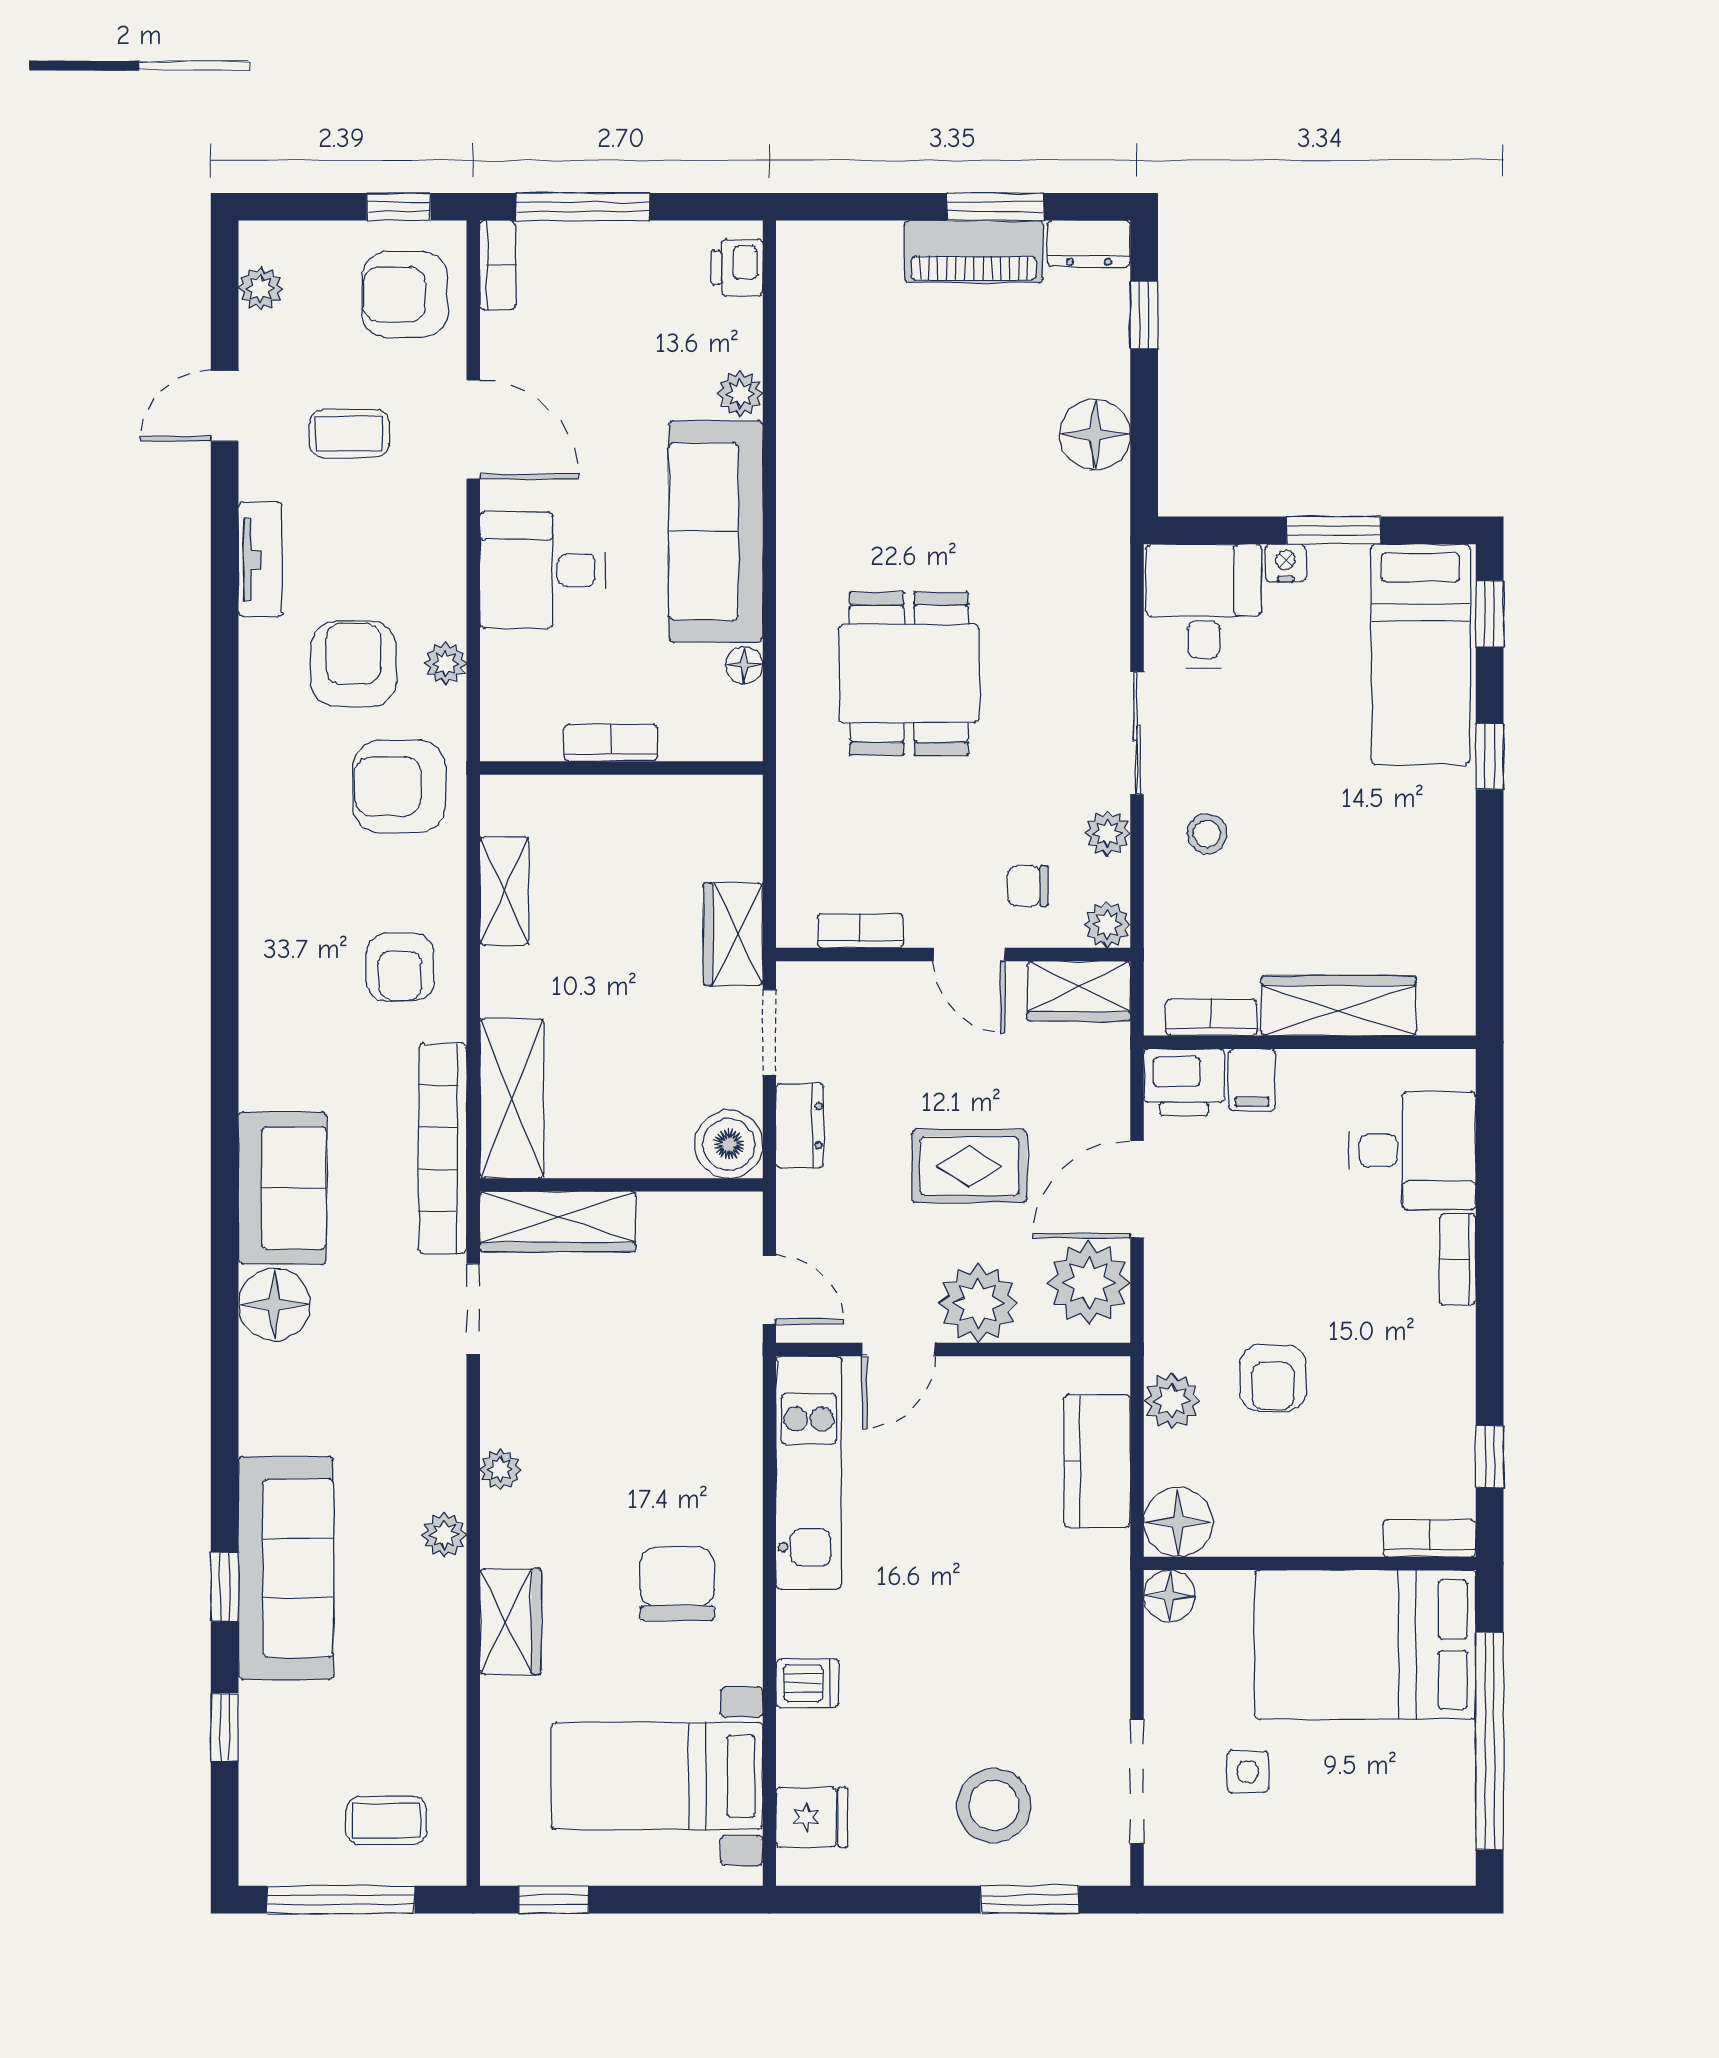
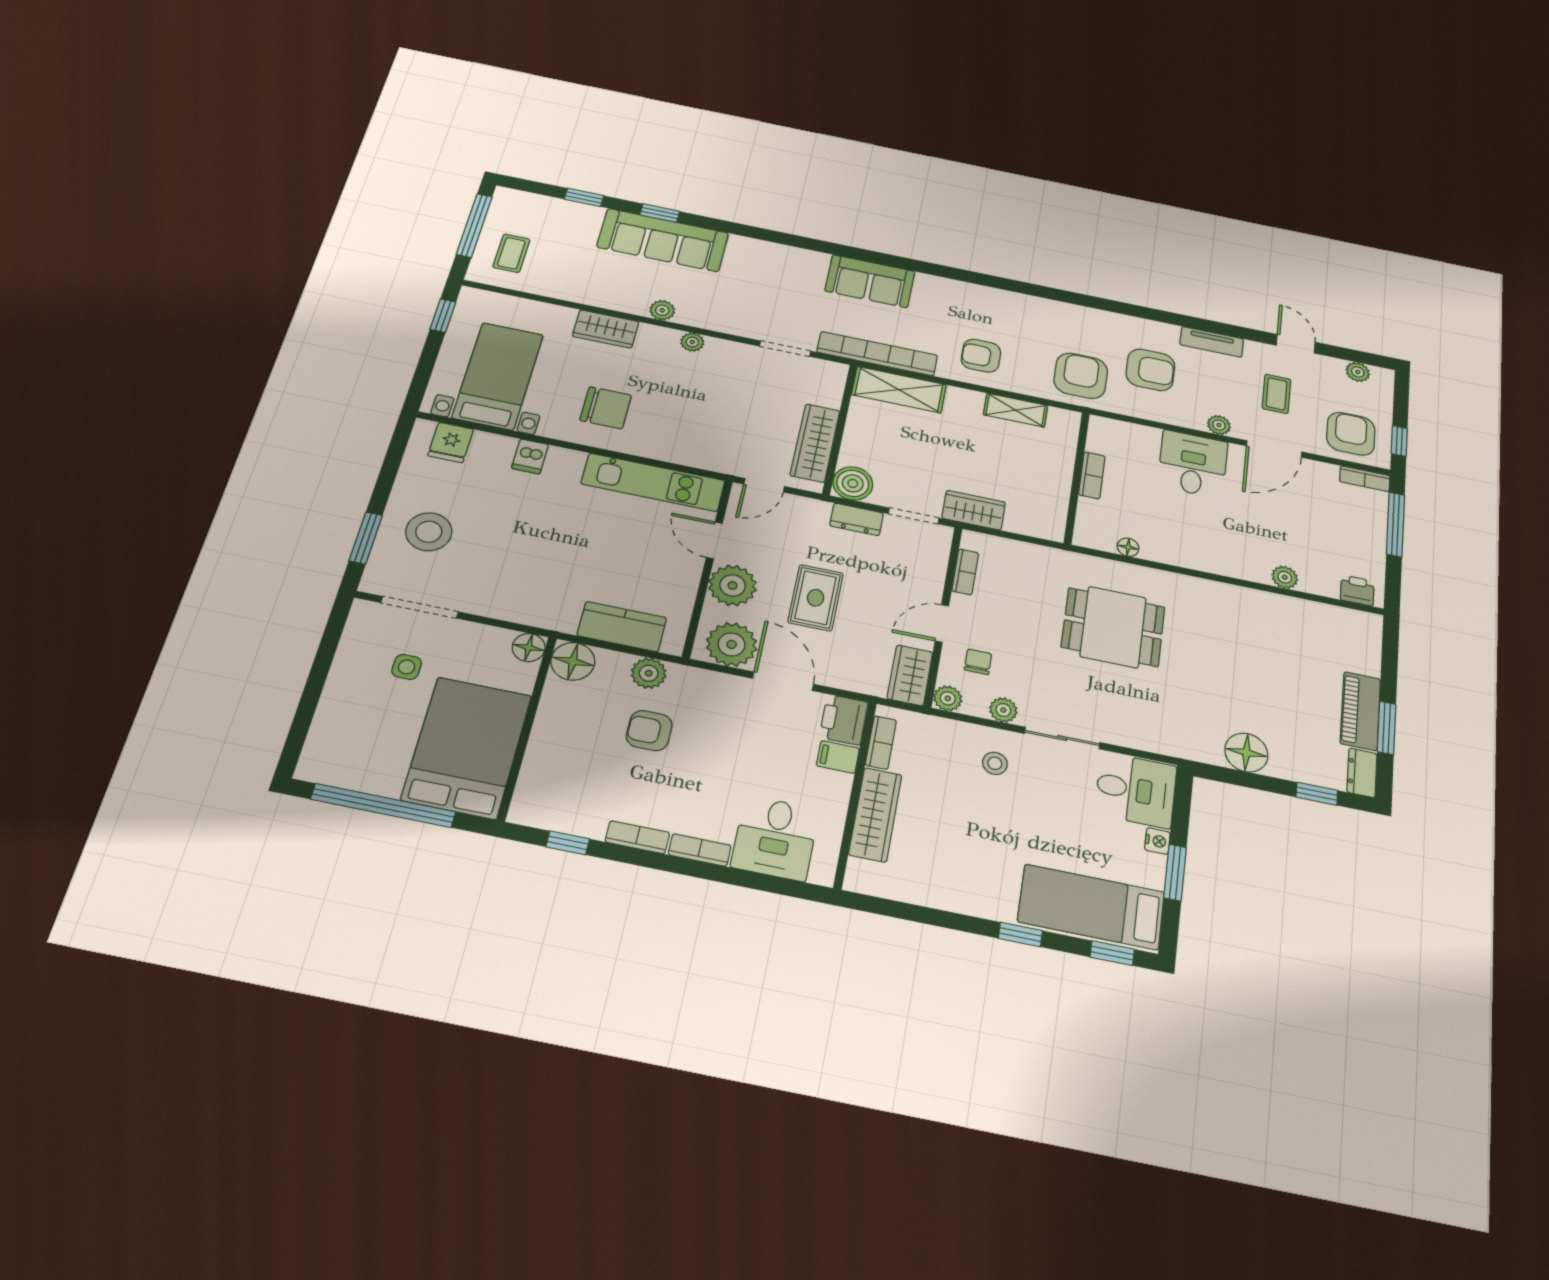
sofa: (716, 531) -> (1207, 549), removed
plant: (446, 663) -> (1219, 425), moved
wardrobe: (558, 1222) -> (815, 443), moved
floor lamp: (274, 1304) -> (807, 265), removed
bookcase: (1429, 1538) -> (637, 837), moved, turned -90

